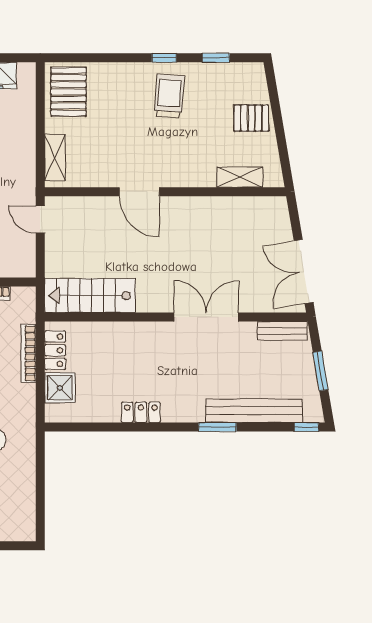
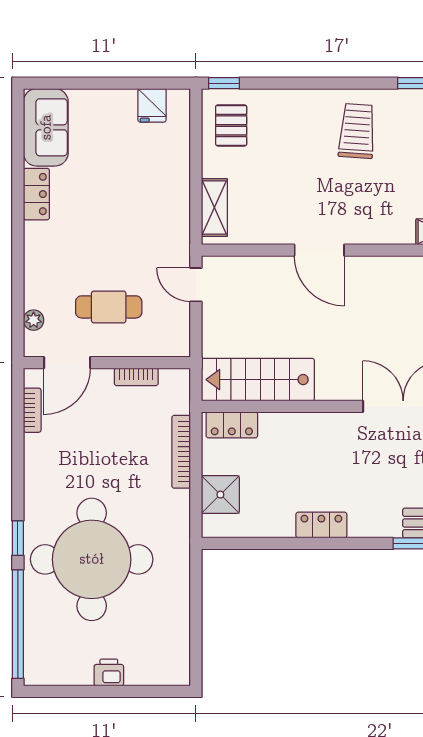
window: (164, 58) -> (224, 83), moved
pallet: (69, 92) -> (231, 125), width x0.67, depth x0.71
locker: (55, 350) -> (232, 425), moved, turned 90

